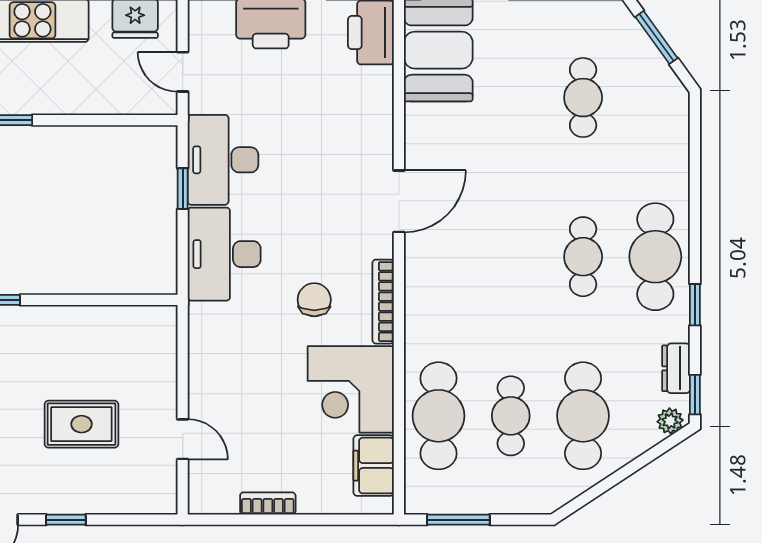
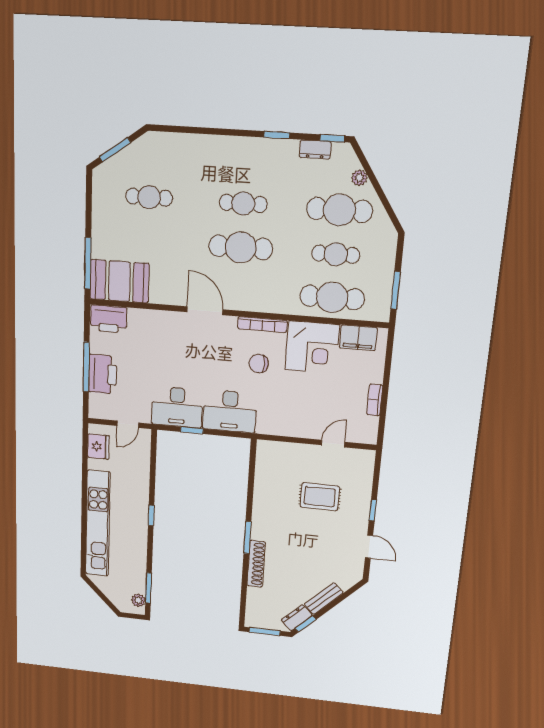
cafe table: (655, 257) -> (241, 247), moved
plant: (670, 421) -> (359, 178), moved
rug: (81, 424) -> (320, 497), turned 90

